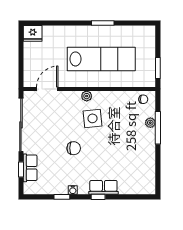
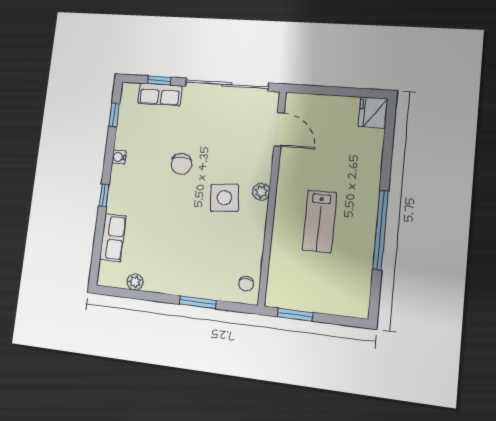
window: (103, 23) -> (381, 230), width x2.11
lab bench: (101, 59) -> (320, 221), width x0.54, depth x0.72
plant: (150, 123) -> (135, 282), moved
window: (158, 128) -> (198, 302), width x0.69
row of seats: (103, 187) -> (113, 238), moved
window: (62, 197) -> (114, 115), moved

